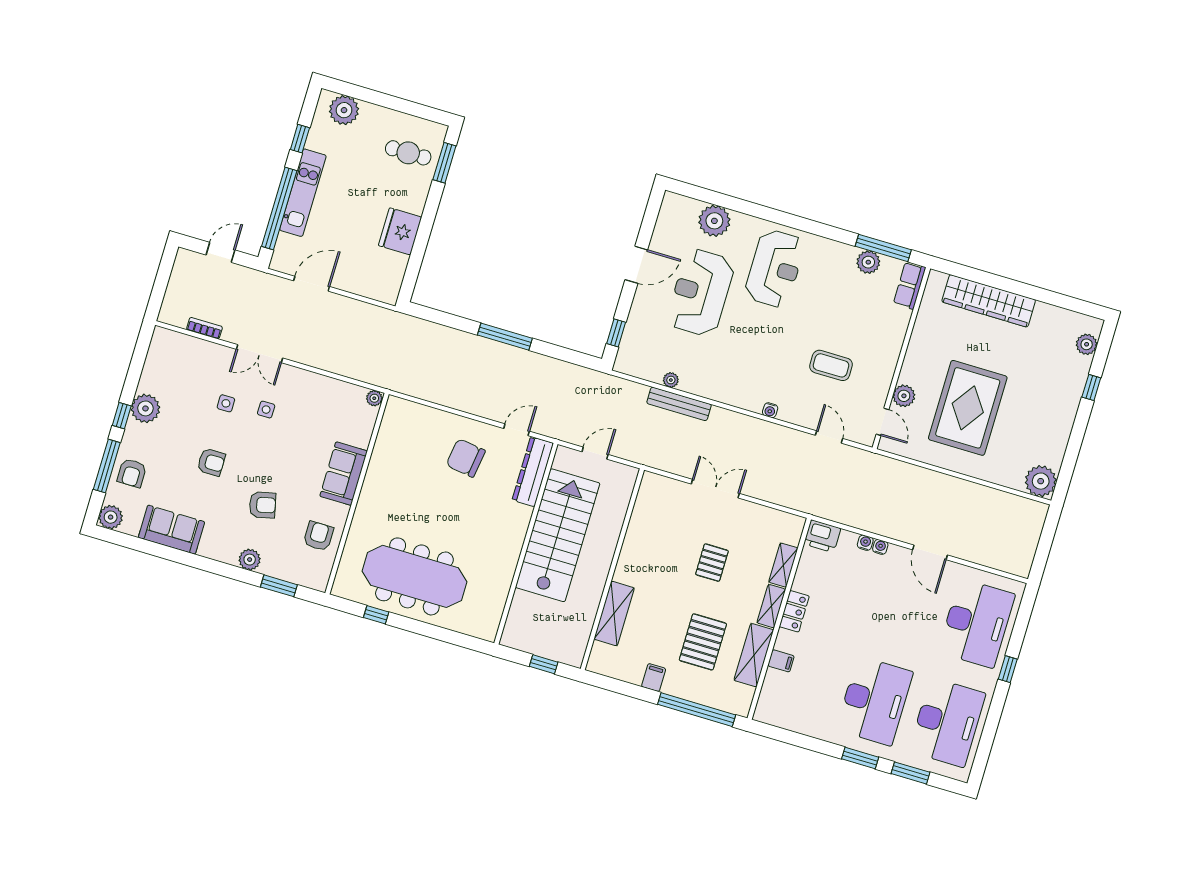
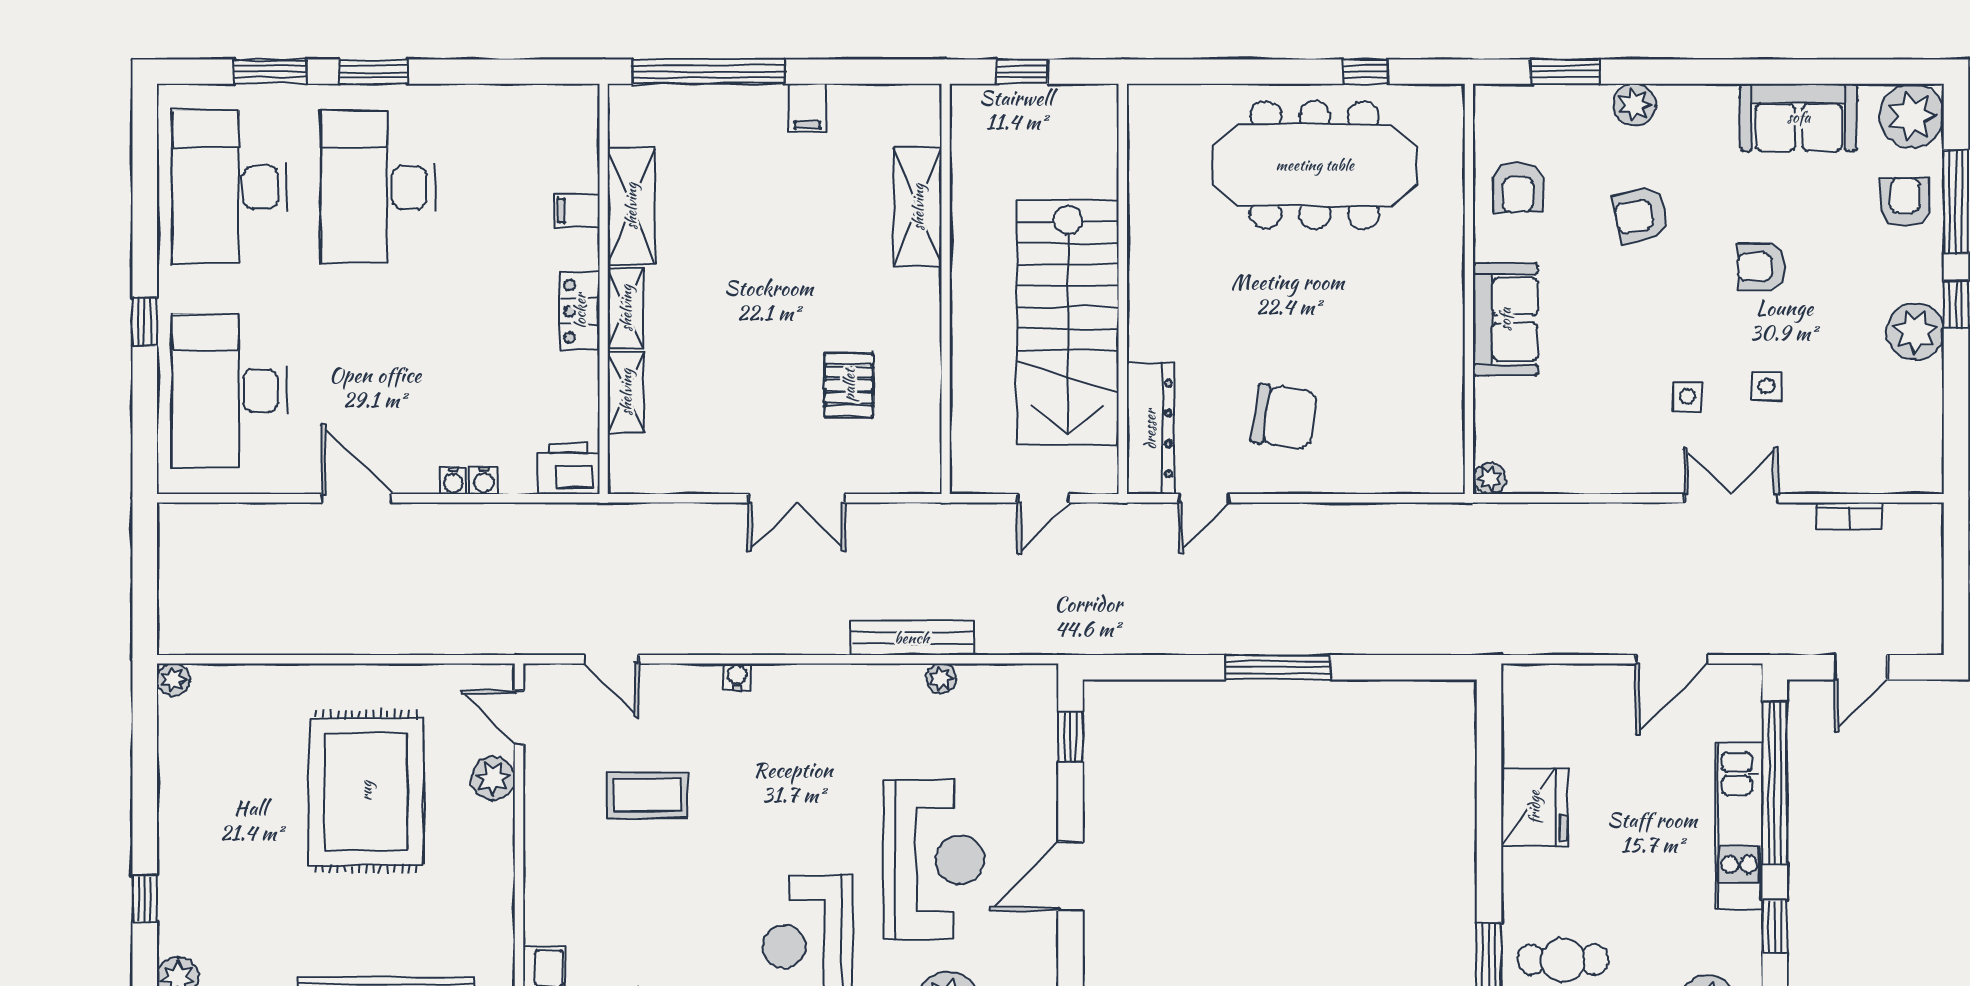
plant: (1041, 481) -> (173, 680), width x0.53, depth x0.53
plant: (111, 517) -> (1912, 116), width x1.36, depth x1.36
pallet: (712, 563) -> (849, 385), moved
pallet: (703, 642) -> (735, 203), removed

